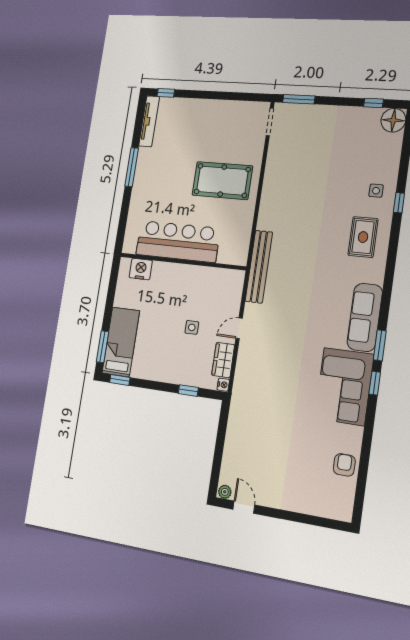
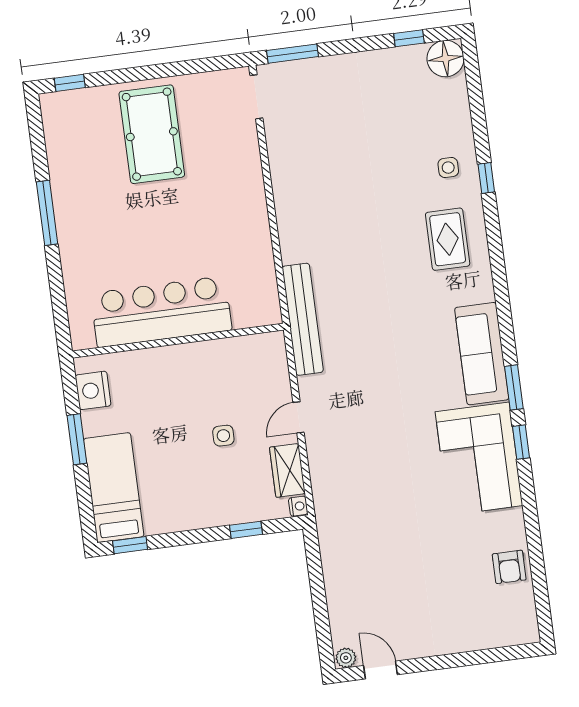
tv unit: (149, 121) -> (55, 134), removed
pool table: (222, 181) -> (152, 134), moved, turned 90
nightstand: (141, 269) -> (93, 390), moved, turned -90
window: (103, 347) -> (77, 439), moved
armchair: (344, 465) -> (509, 567), turned 180

